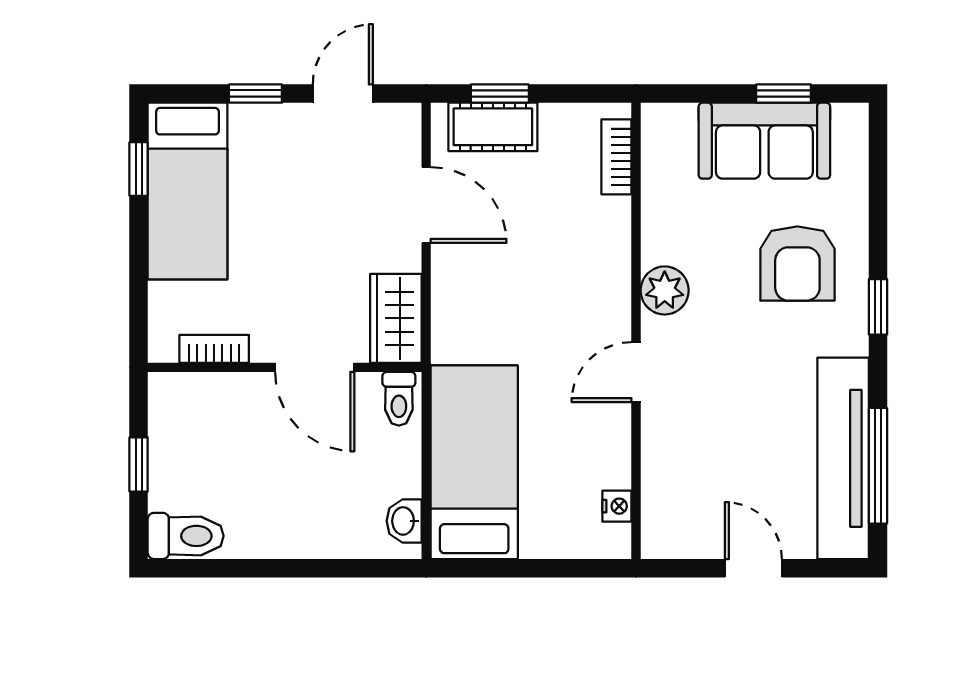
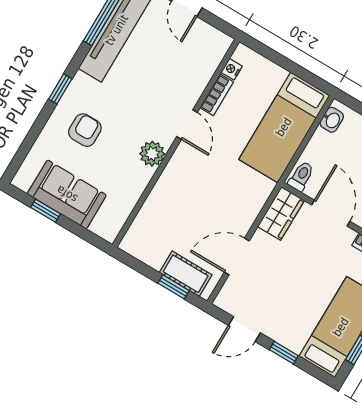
bookcase: (616, 157) -> (217, 95), moved
door: (426, 205) -> (237, 256), hinge flipped
armchair: (797, 264) -> (85, 130), width x0.72, depth x0.72
door: (636, 372) -> (187, 125), hinge flipped

